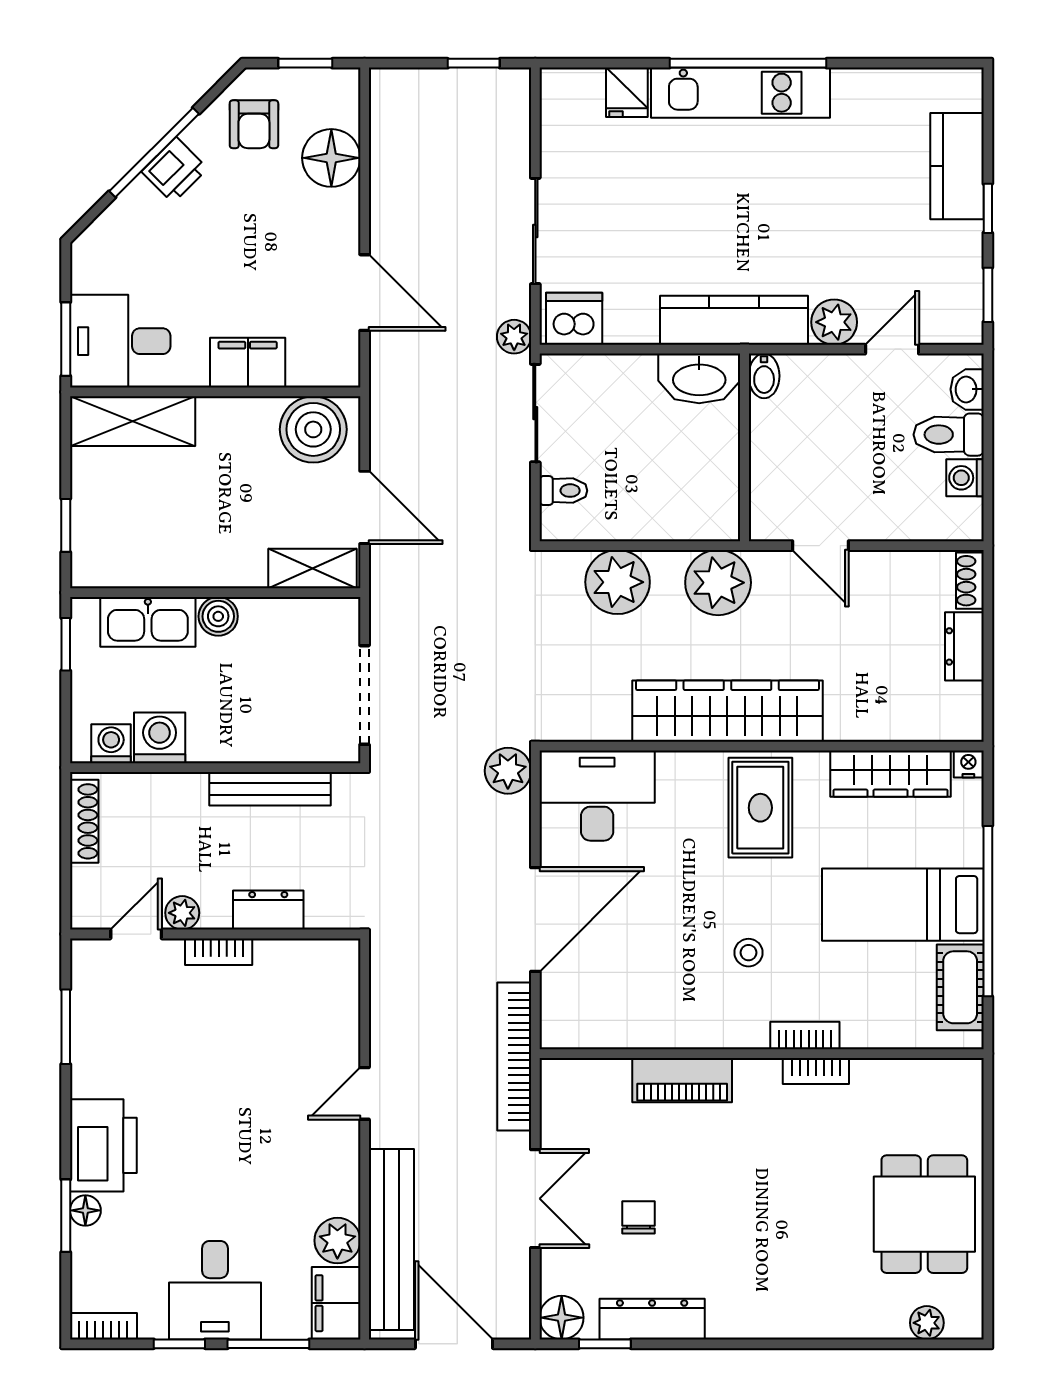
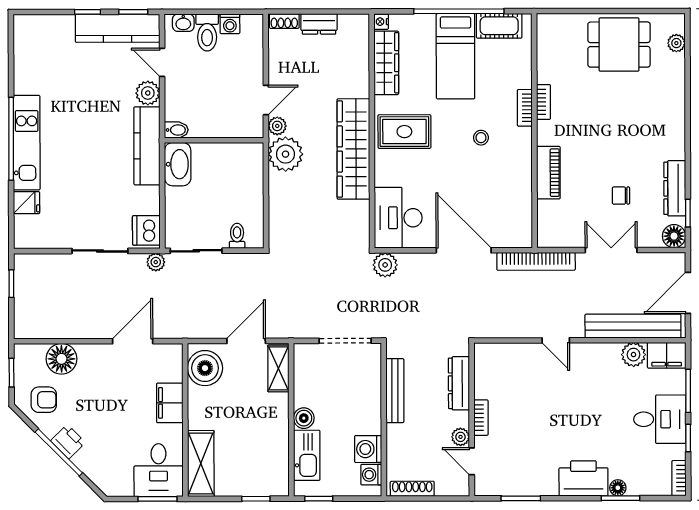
kitchen counter: (957, 166) -> (118, 28), moved, width x1.50
plant: (618, 582) -> (277, 126), moved, width x0.53, depth x0.53
dresser: (268, 910) -> (459, 383), width x1.44

